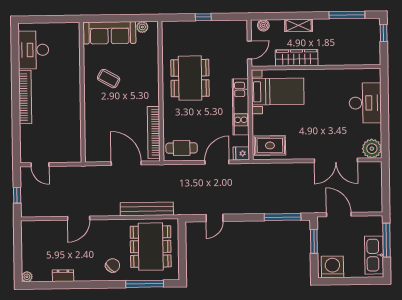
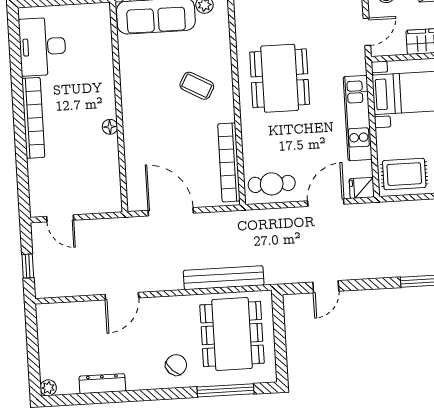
coffee table: (109, 79) -> (197, 86), moved
floor lamp: (76, 105) -> (110, 127), added
door: (126, 163) -> (171, 212), moved
dresser: (63, 276) -> (102, 384), width x1.44

